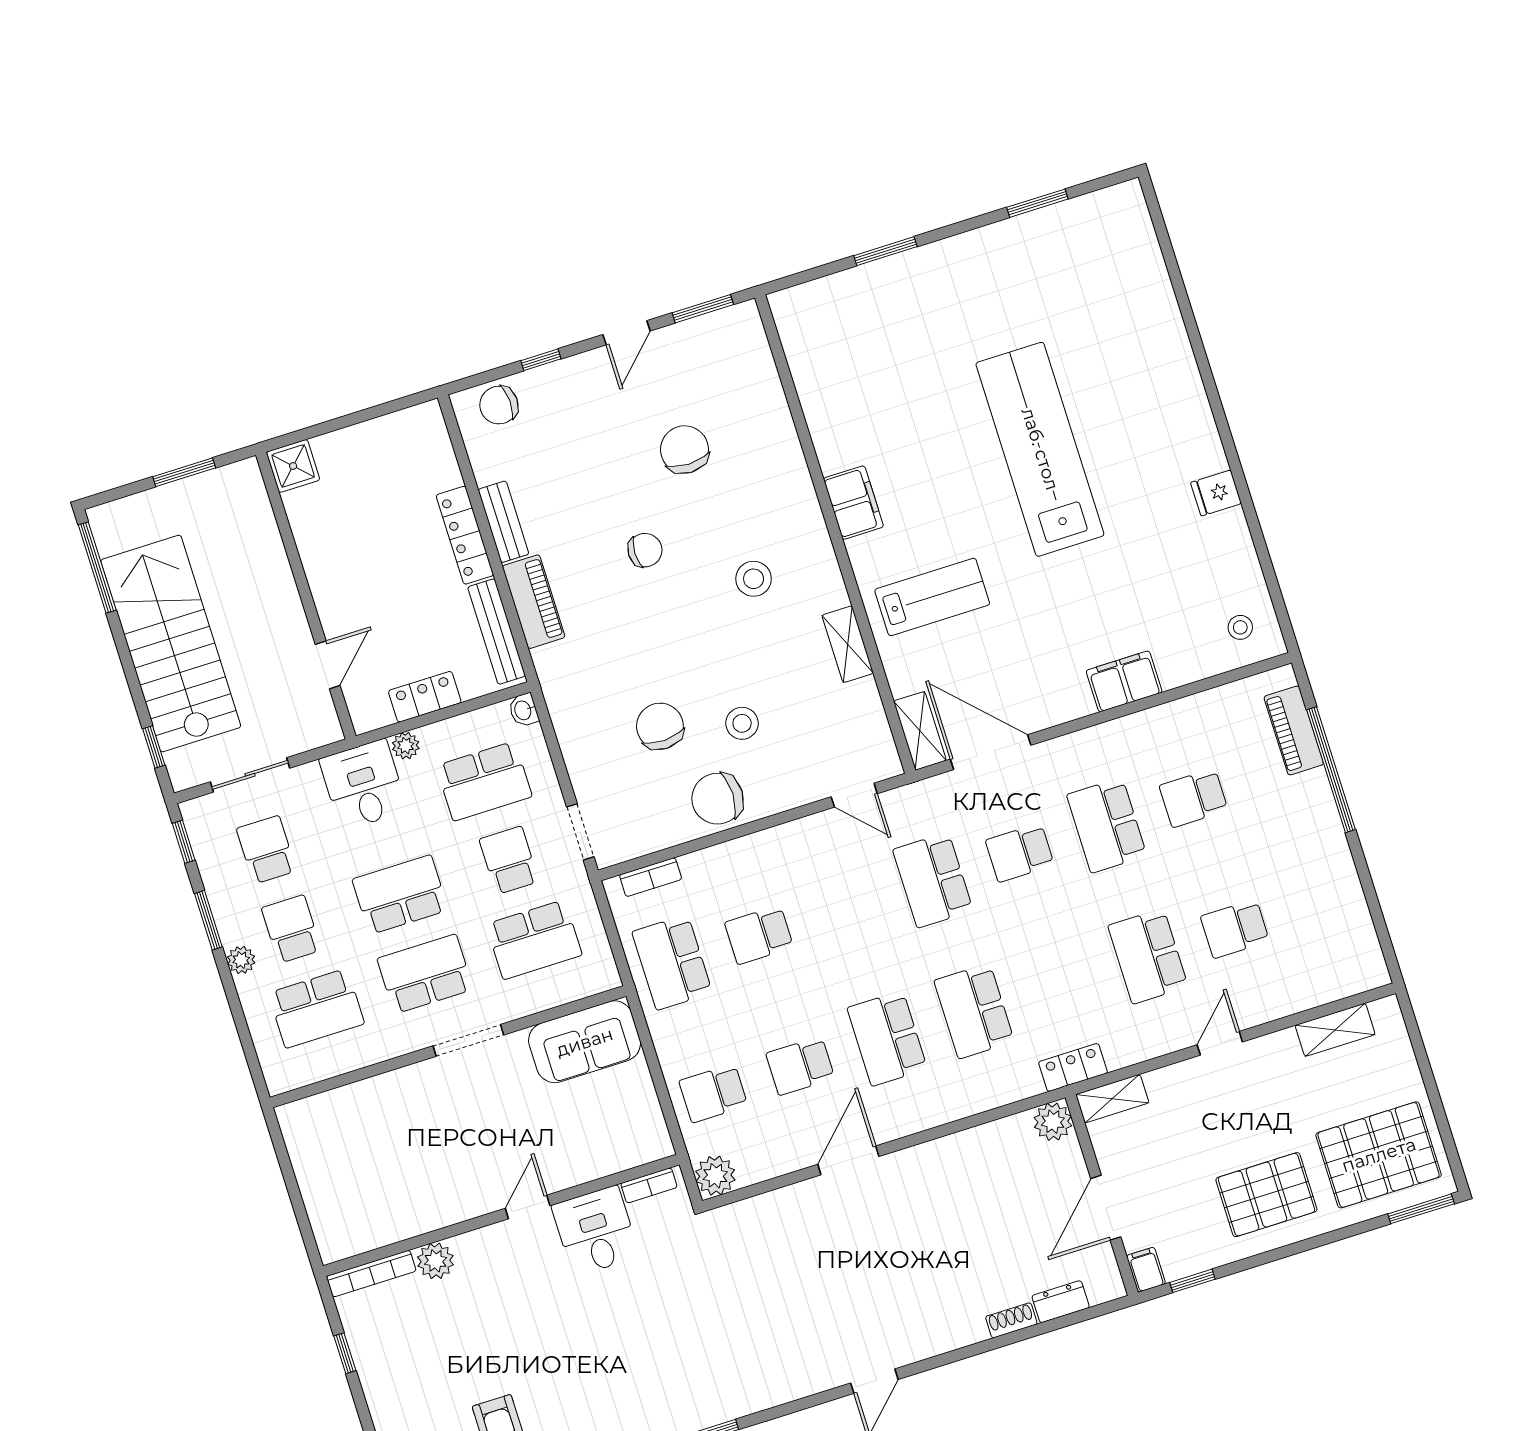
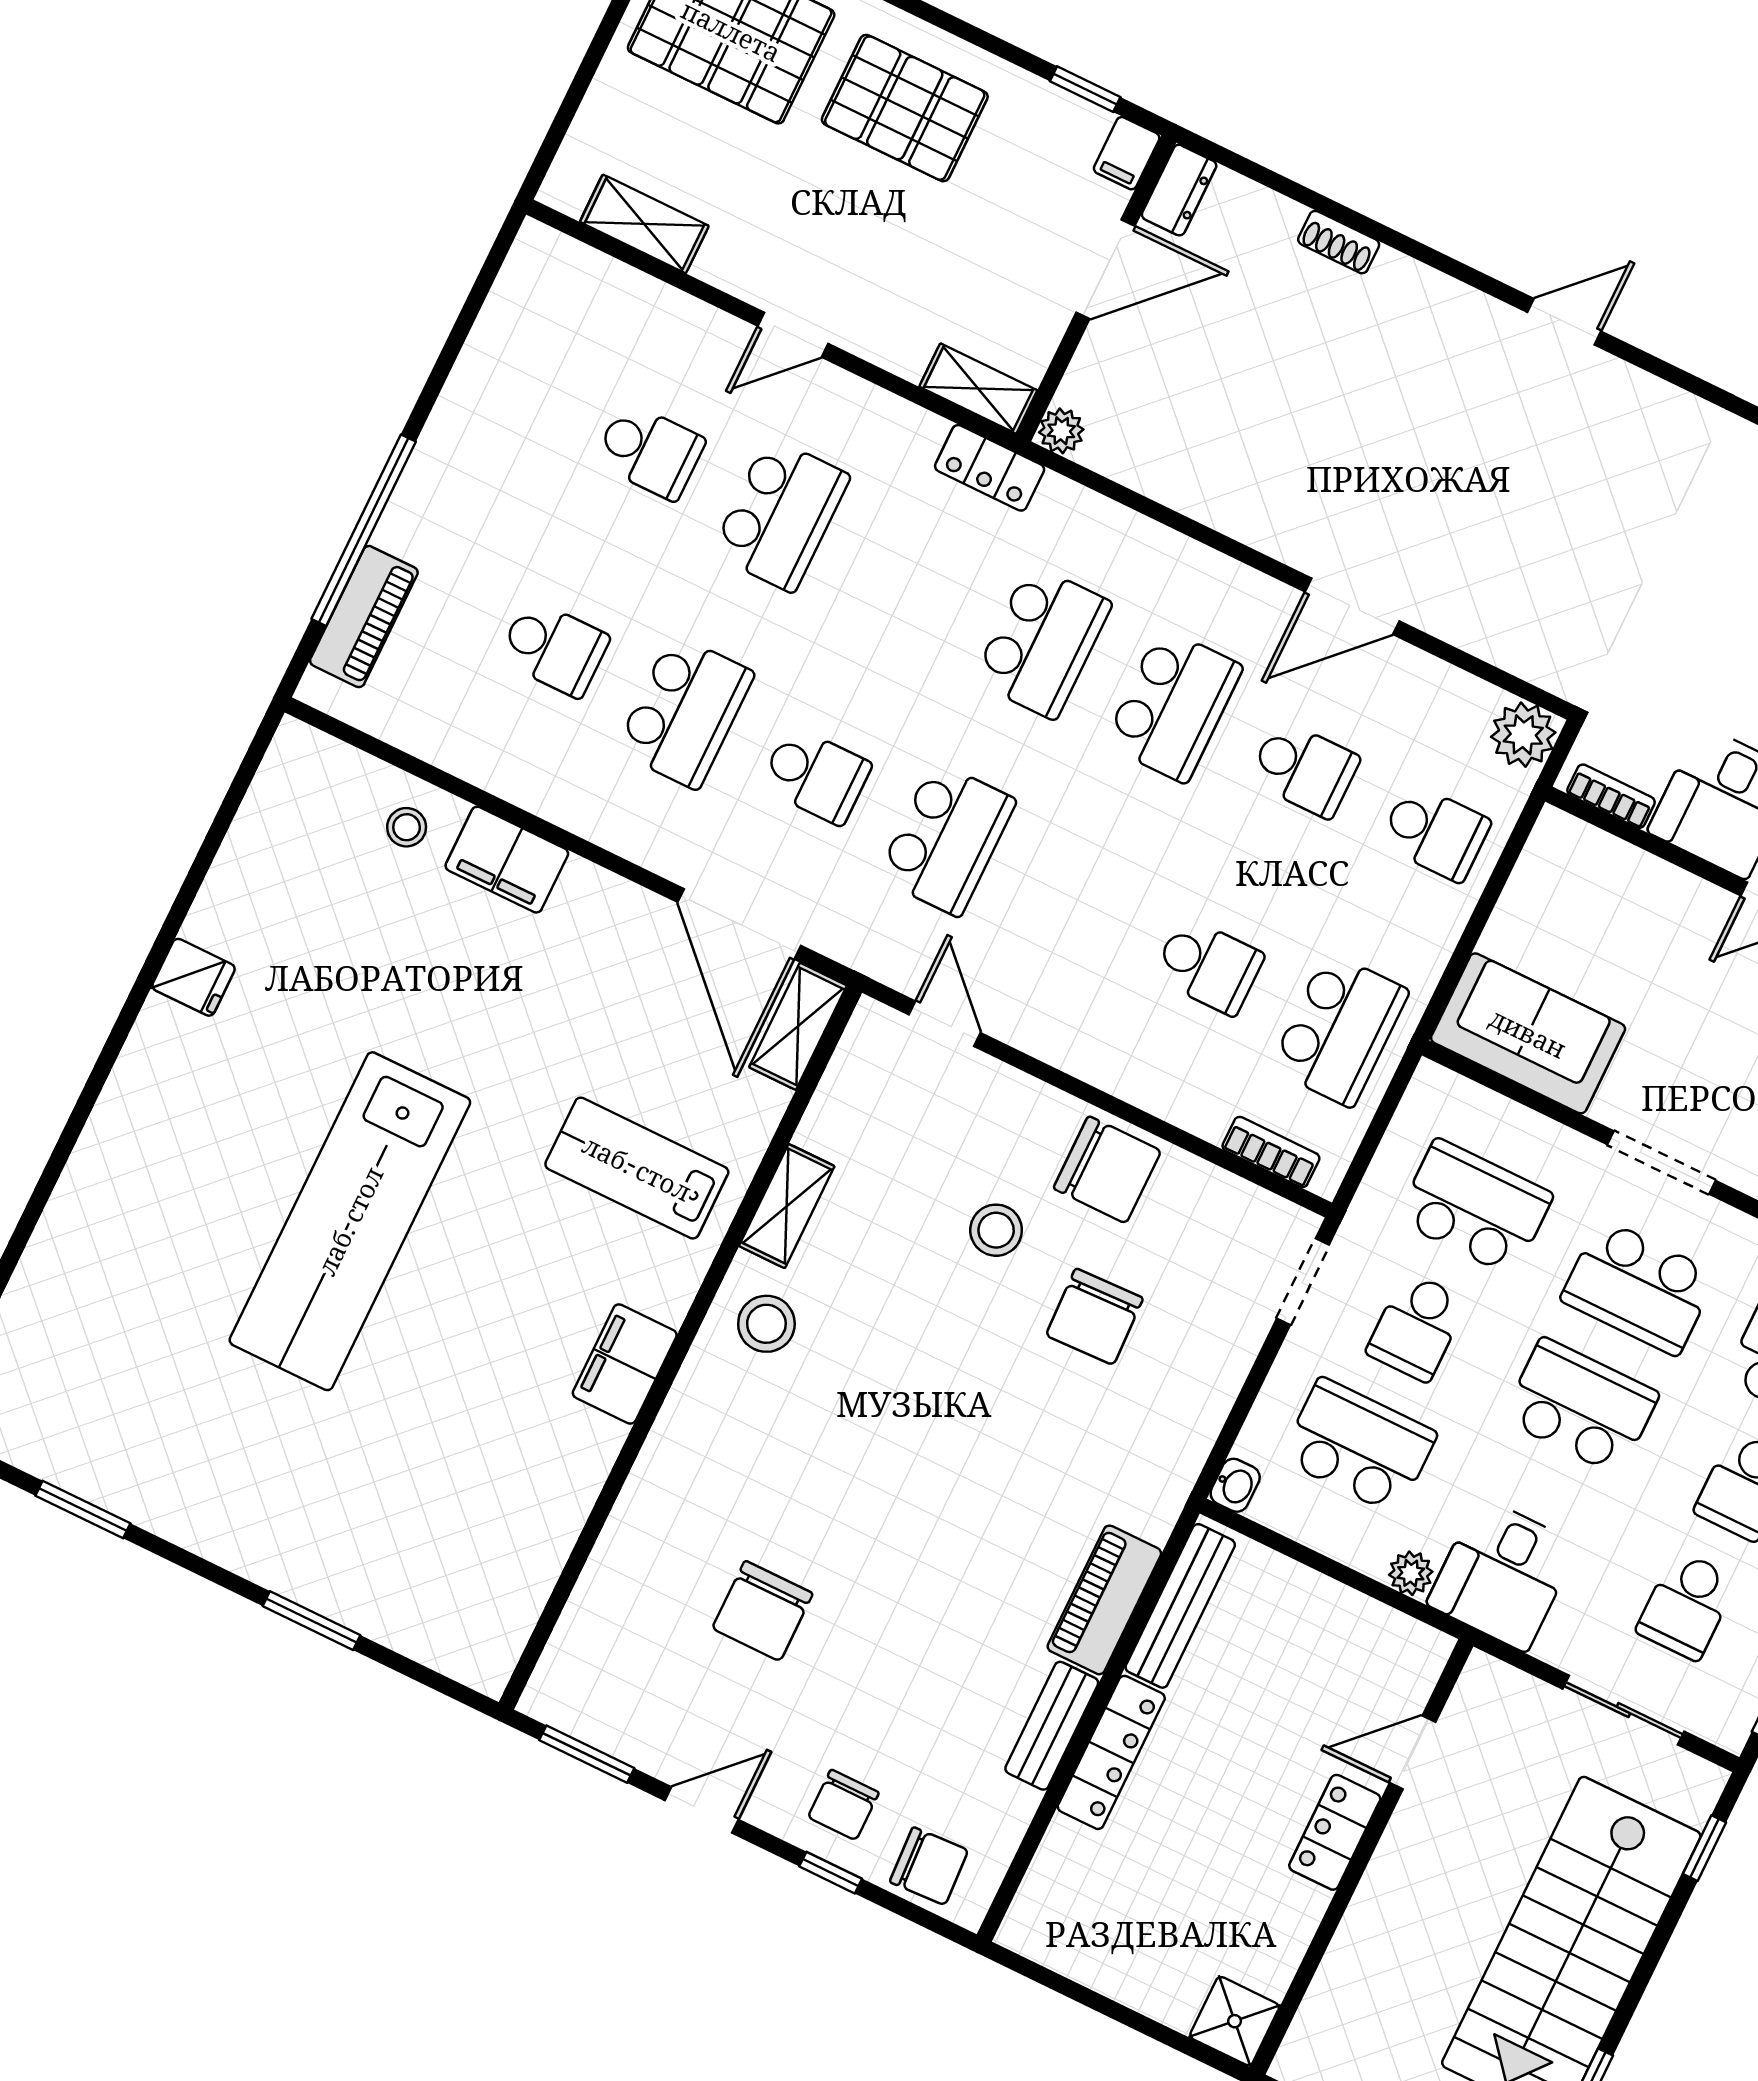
chair: (645, 550) -> (843, 1805), moved, turned -90
stool: (754, 579) -> (766, 1324), moved
stool: (1240, 627) -> (407, 827), moved
locker: (425, 697) -> (1335, 1832), moved, turned 90
school desk: (400, 895) -> (1581, 1406), turned 180
plant: (1053, 1122) -> (1061, 431), width x0.73, depth x0.73
dresser: (1061, 1302) -> (1179, 190), moved, turned -90

